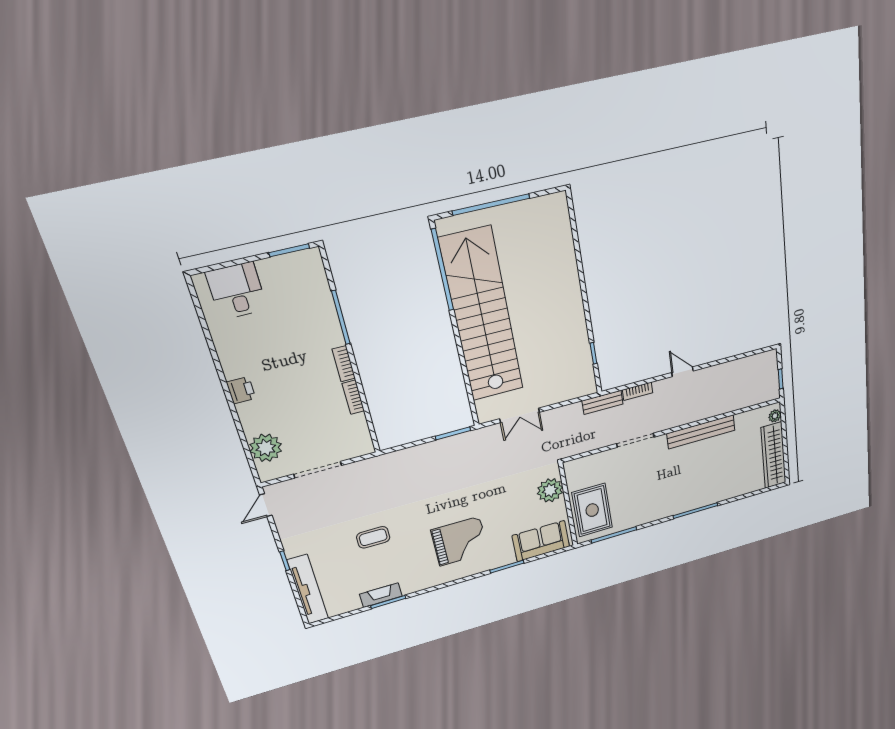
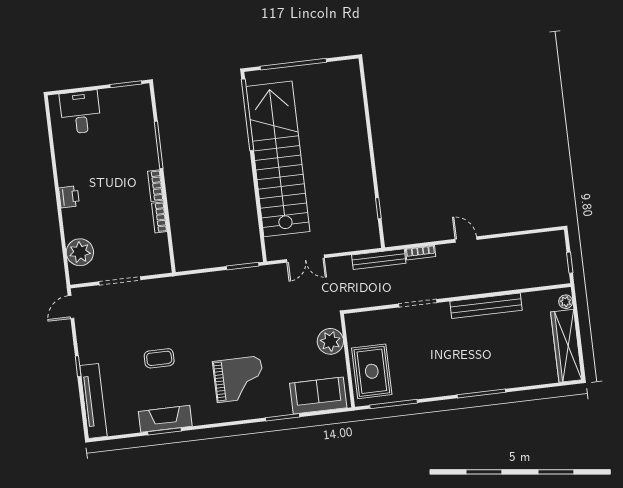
bench: (603, 402) -> (379, 259), width x1.36
fireplace: (381, 595) -> (165, 419), width x1.37, depth x1.32

